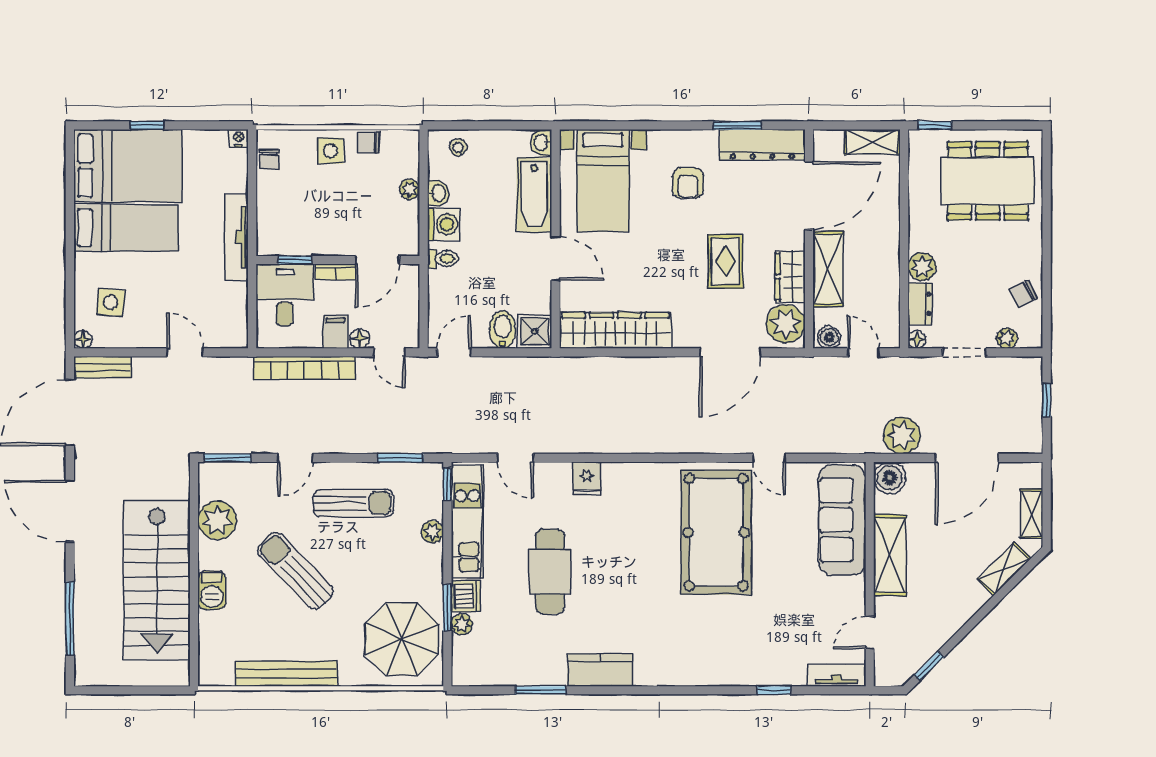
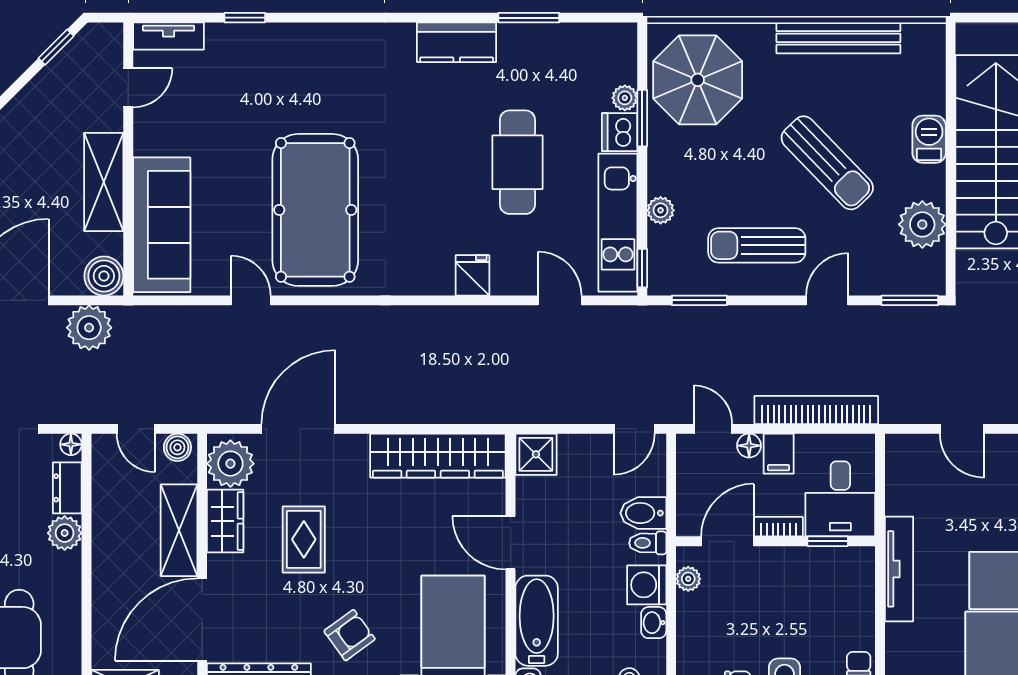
armchair: (688, 183) -> (350, 635), turned 54
plant: (410, 189) -> (688, 579), moved
bidet: (503, 330) -> (643, 513), moved, turned 90

